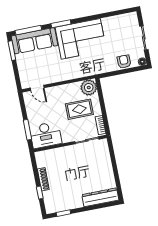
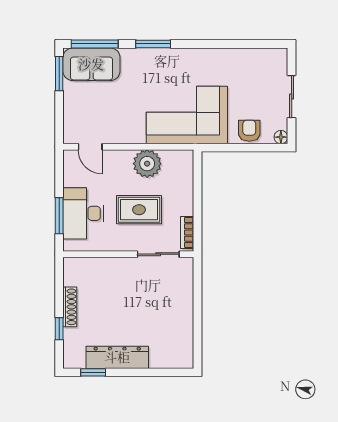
corner sofa: (81, 39) -> (187, 115), moved, turned 180
sofa: (35, 41) -> (91, 64), width x0.73
plant: (89, 88) -> (147, 164), moved
rug: (79, 109) -> (139, 210), moved
desk: (46, 135) -> (83, 213), moved, turned 90
dresser: (100, 197) -> (117, 357), moved

